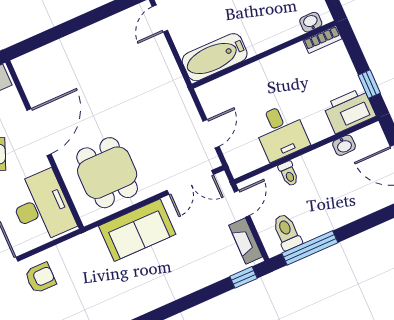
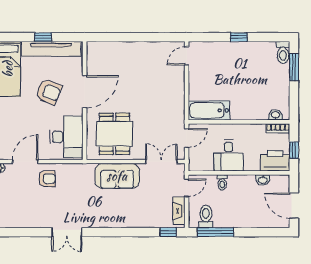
washbasin: (311, 22) -> (276, 115), moved
bookcase: (322, 39) -> (278, 128), moved
wall: (264, 55) -> (239, 122), moved
bathtub: (215, 57) -> (209, 110), moved
double door: (190, 182) -> (161, 162), swing flipped

